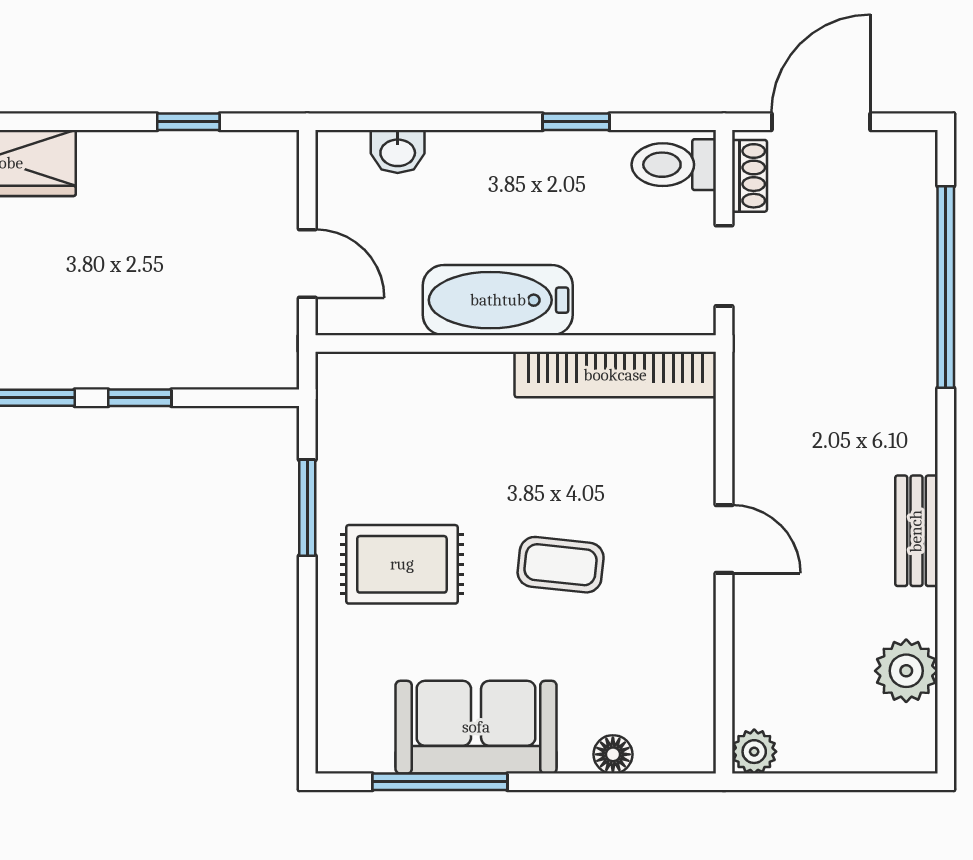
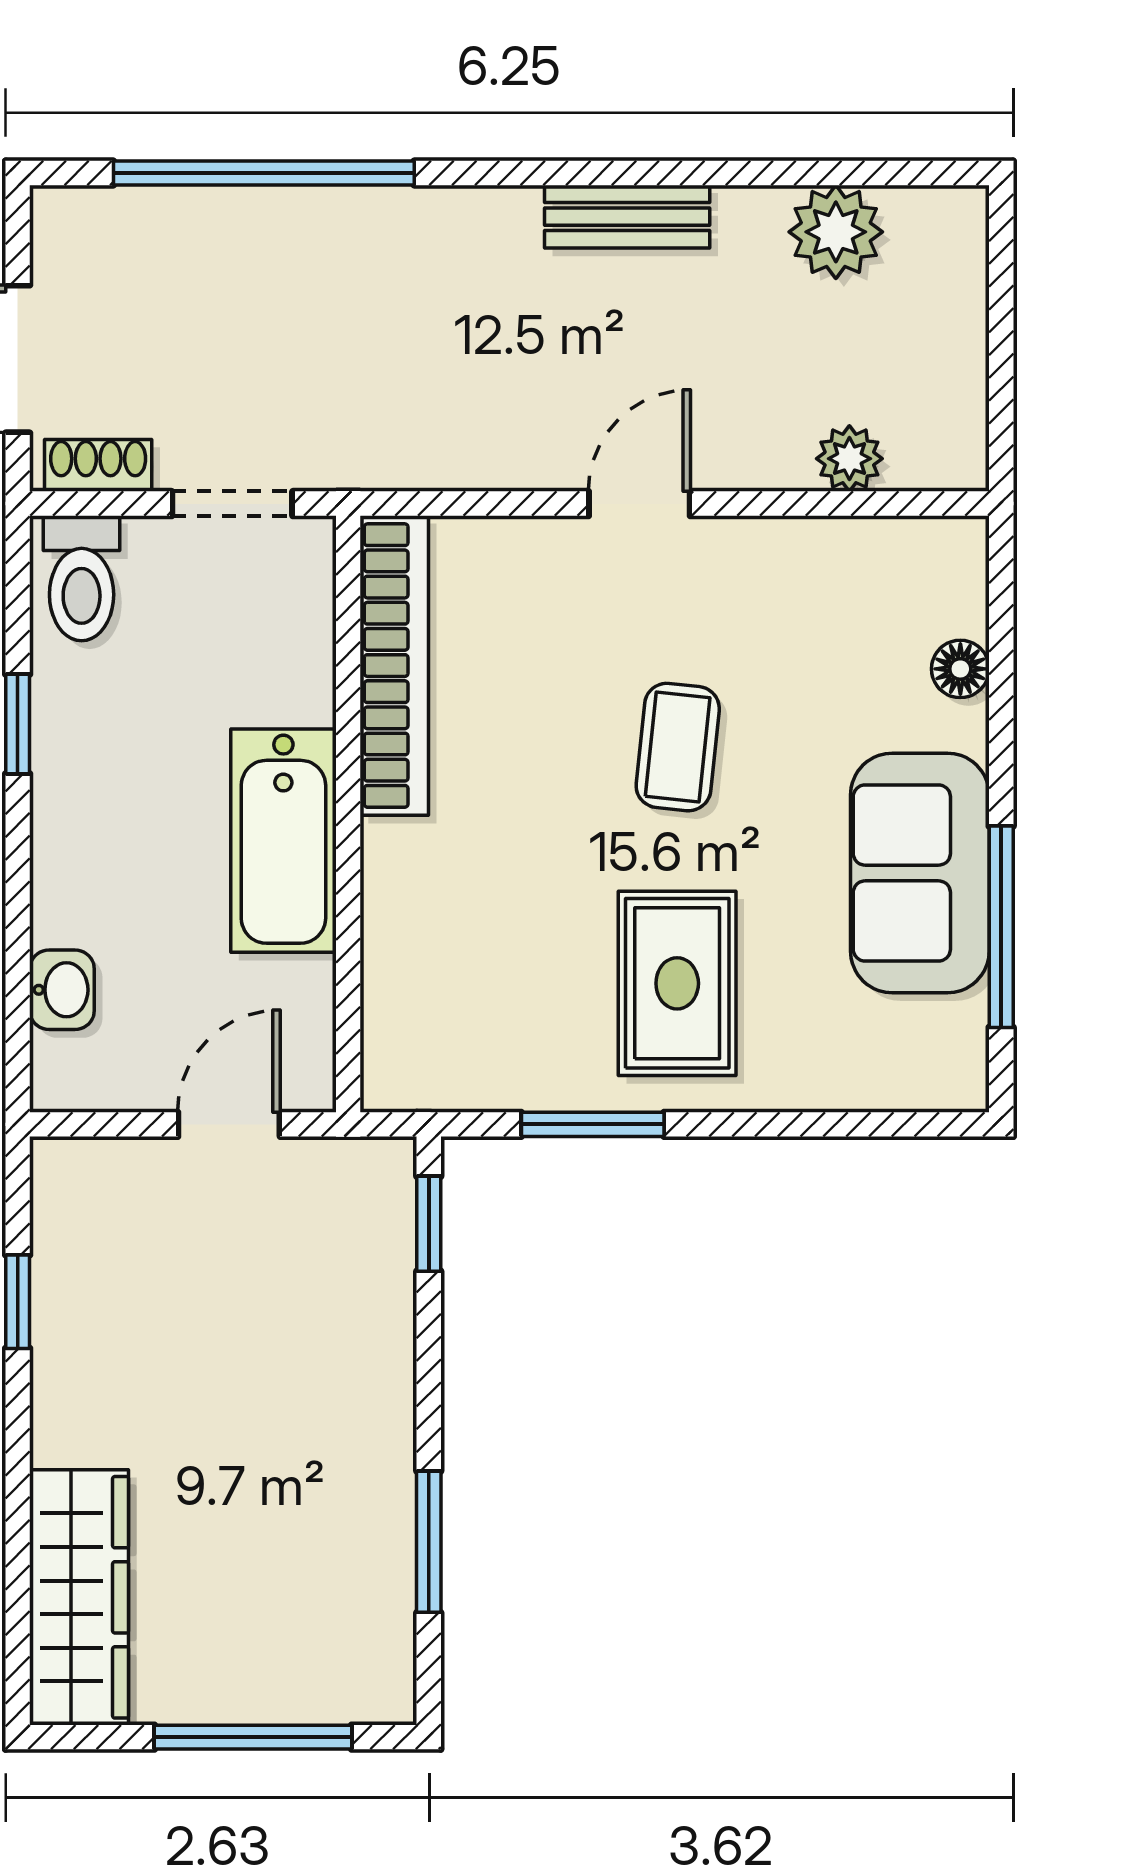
window: (140, 398) -> (429, 1224), moved
plant: (754, 752) -> (849, 459), moved

